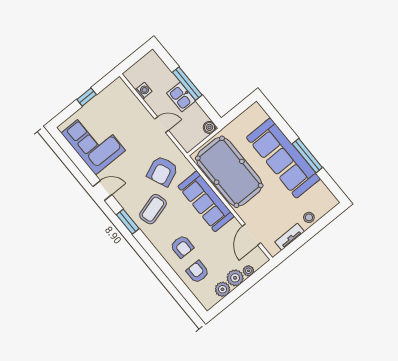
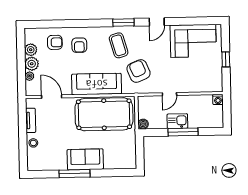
washing machine: (144, 91) -> (218, 99), moved
sofa: (283, 158) -> (85, 159), width x0.54, depth x0.79
armchair: (182, 247) -> (79, 45), turned -90

